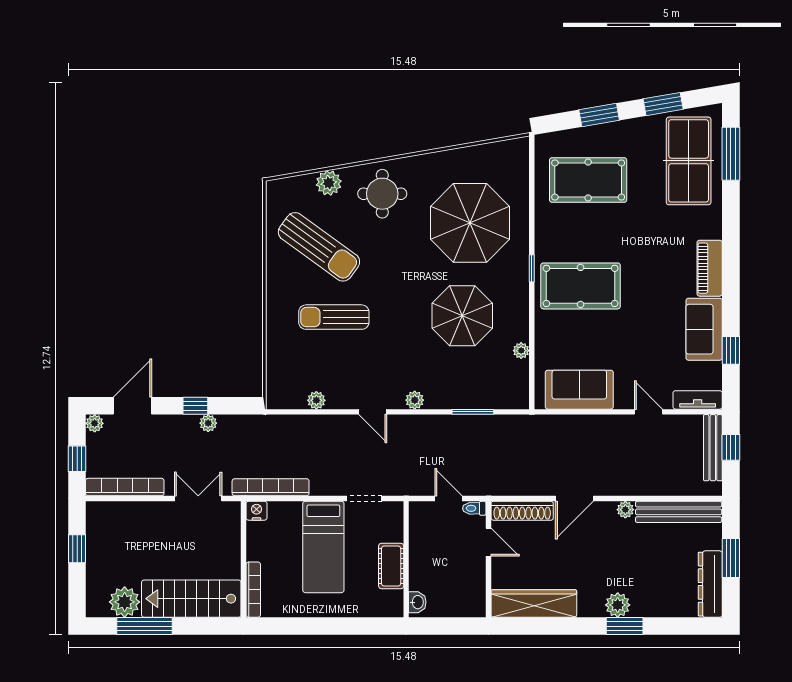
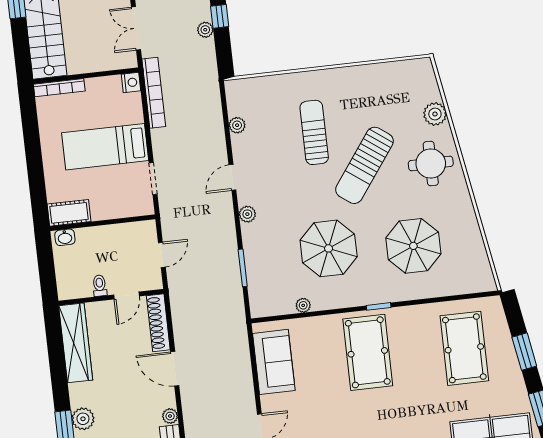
parasol: (470, 223) -> (413, 246), width x0.73, depth x0.73
sun lounger: (319, 247) -> (364, 165), moved
double door: (198, 499) -> (136, 28), swing flipped
toilet: (474, 508) -> (100, 286), moved
cot: (391, 566) -> (69, 213), moved

